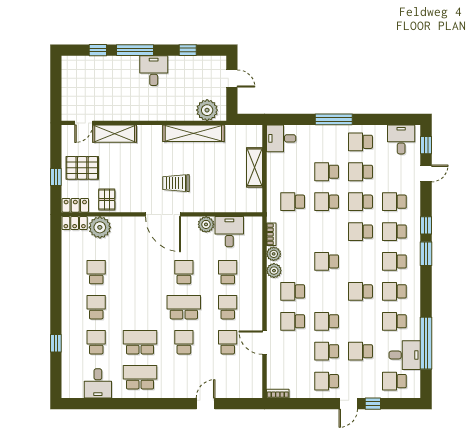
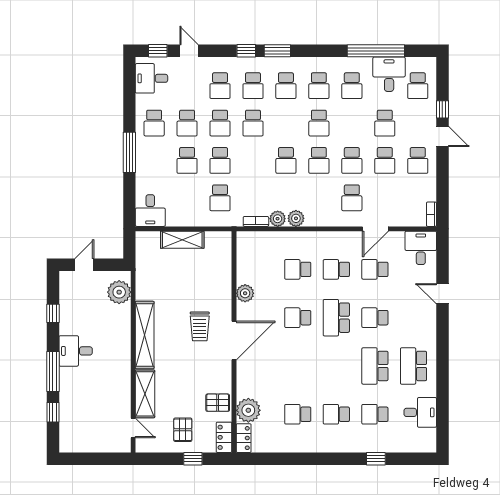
shelving: (193, 133) -> (145, 335), moved
pallet: (82, 168) -> (183, 430), width x0.67, depth x0.71
desk: (229, 232) -> (421, 248), moved, turned 90
school desk: (293, 291) -> (319, 160), moved

